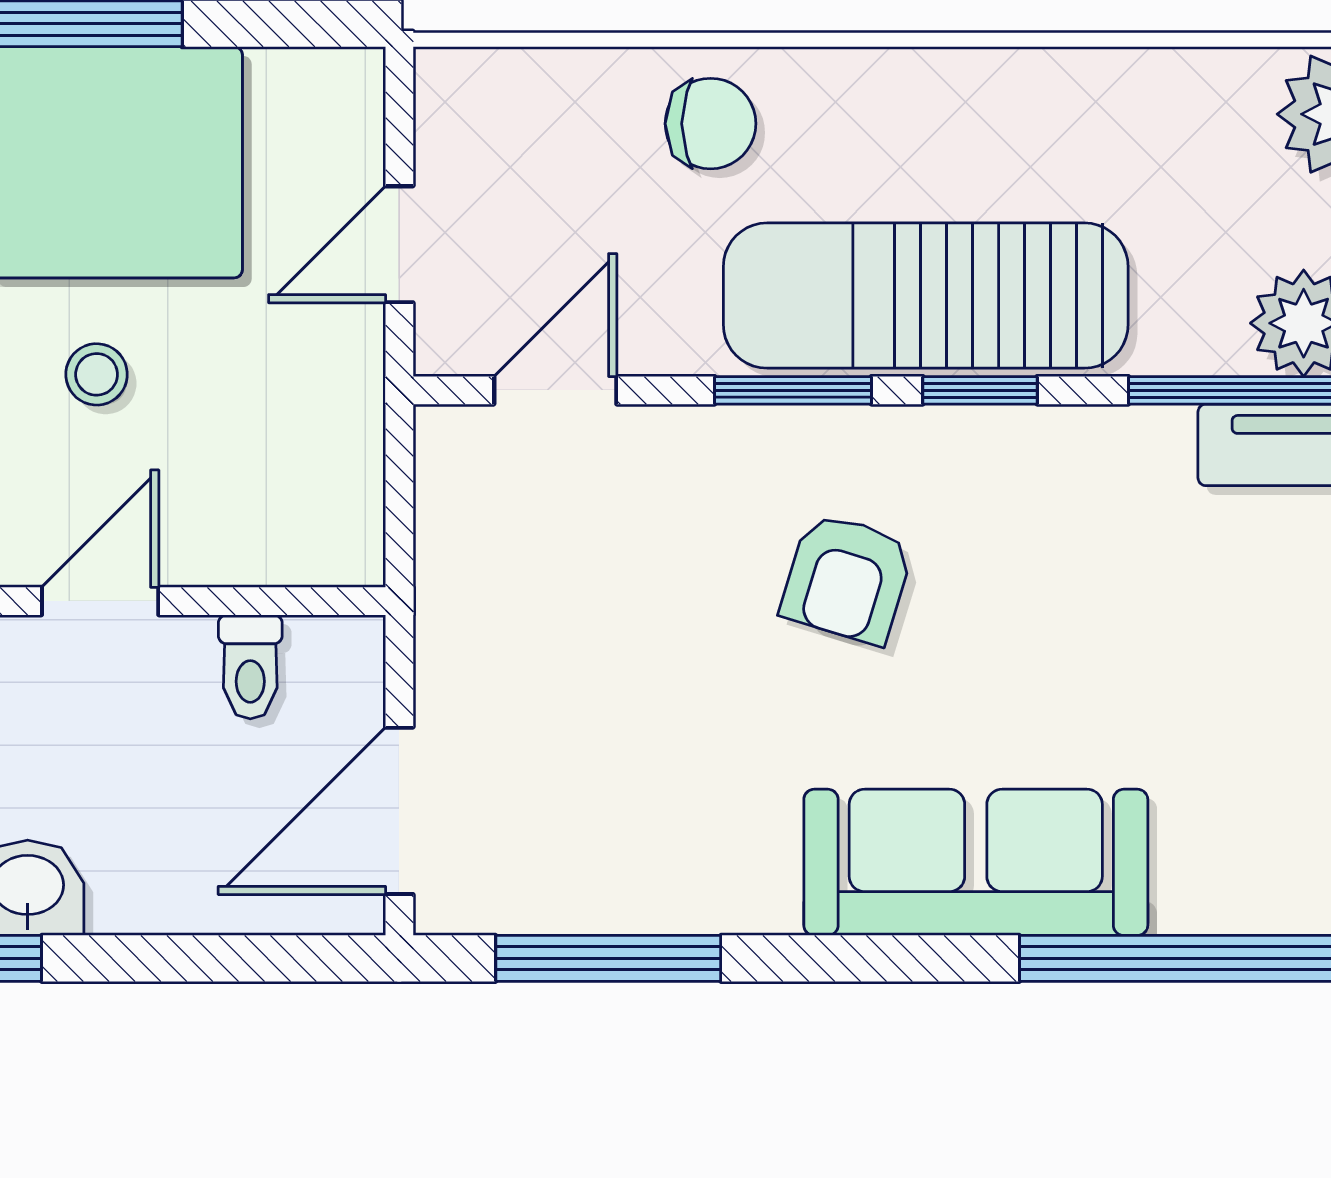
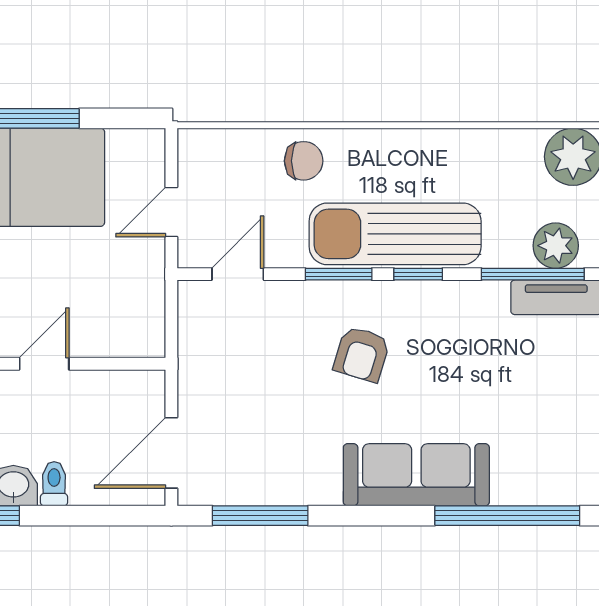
stool: (97, 374) -> (43, 267), removed
toilet: (250, 667) -> (54, 484), moved, turned 180

